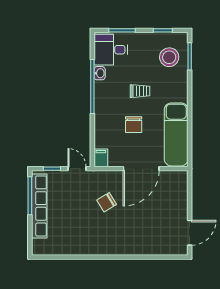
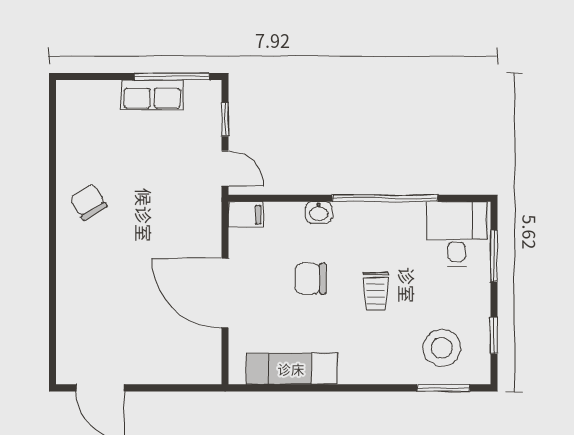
washbasin: (100, 73) -> (319, 212), moved
exam couch: (176, 134) -> (291, 369), width x0.73, depth x0.69
door: (77, 169) -> (225, 168), hinge flipped
chair: (107, 202) -> (88, 202), moved
row of seats: (39, 206) -> (152, 95), width x0.50

